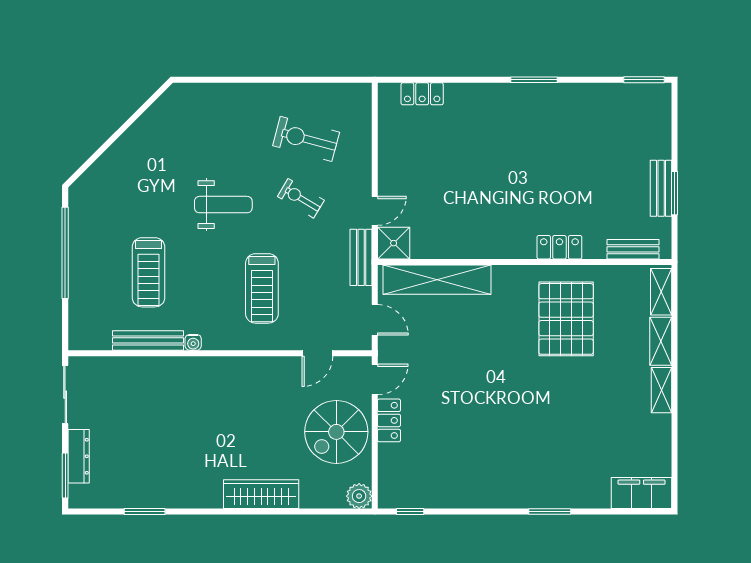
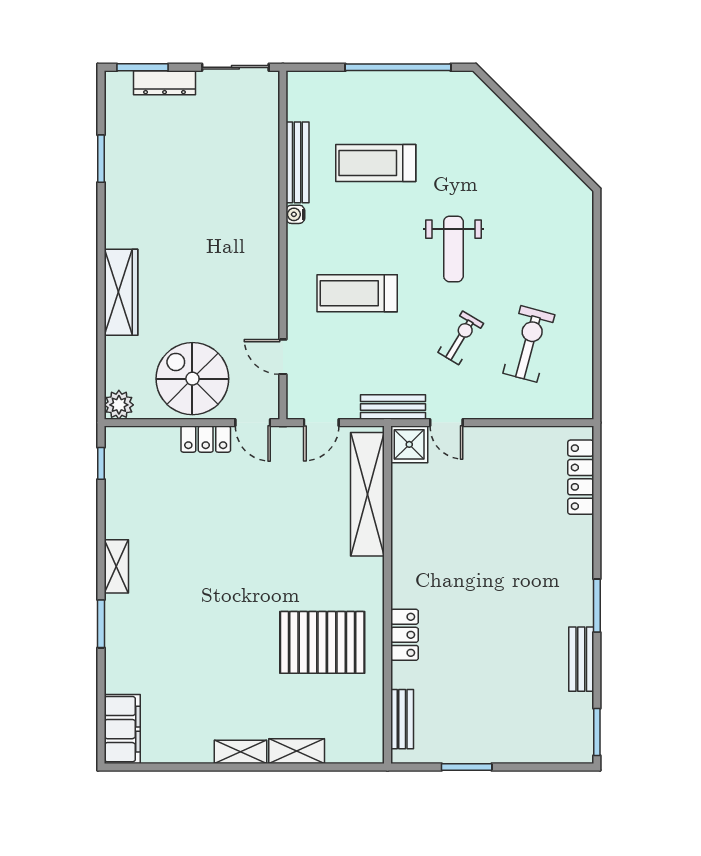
locker: (422, 94) -> (581, 477), width x1.53
bench: (661, 188) -> (581, 659), moved, turned 90
shelving: (661, 292) -> (116, 566), moved, turned 90

